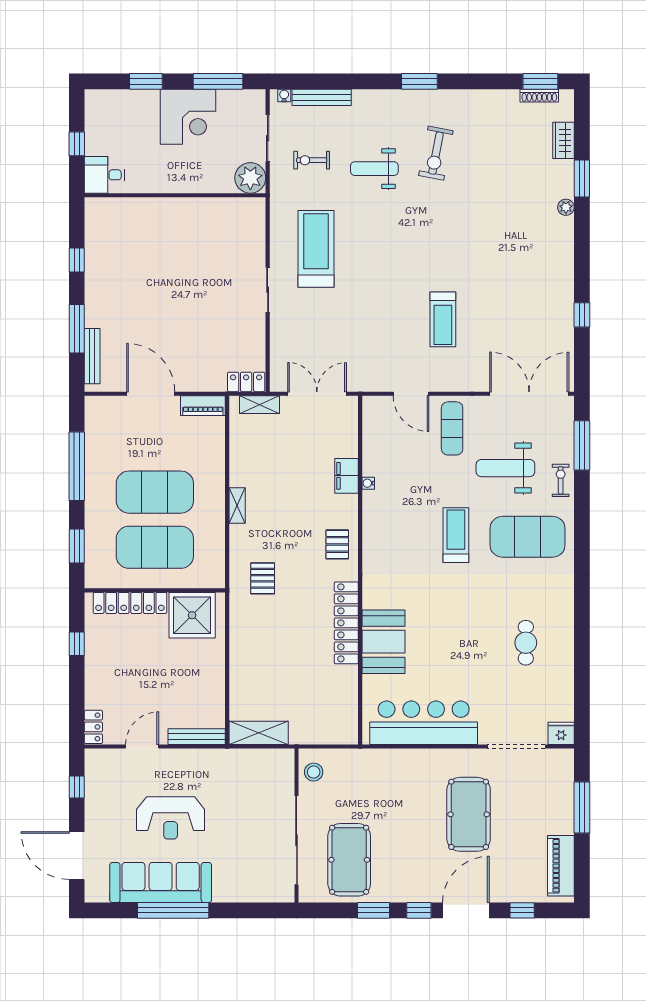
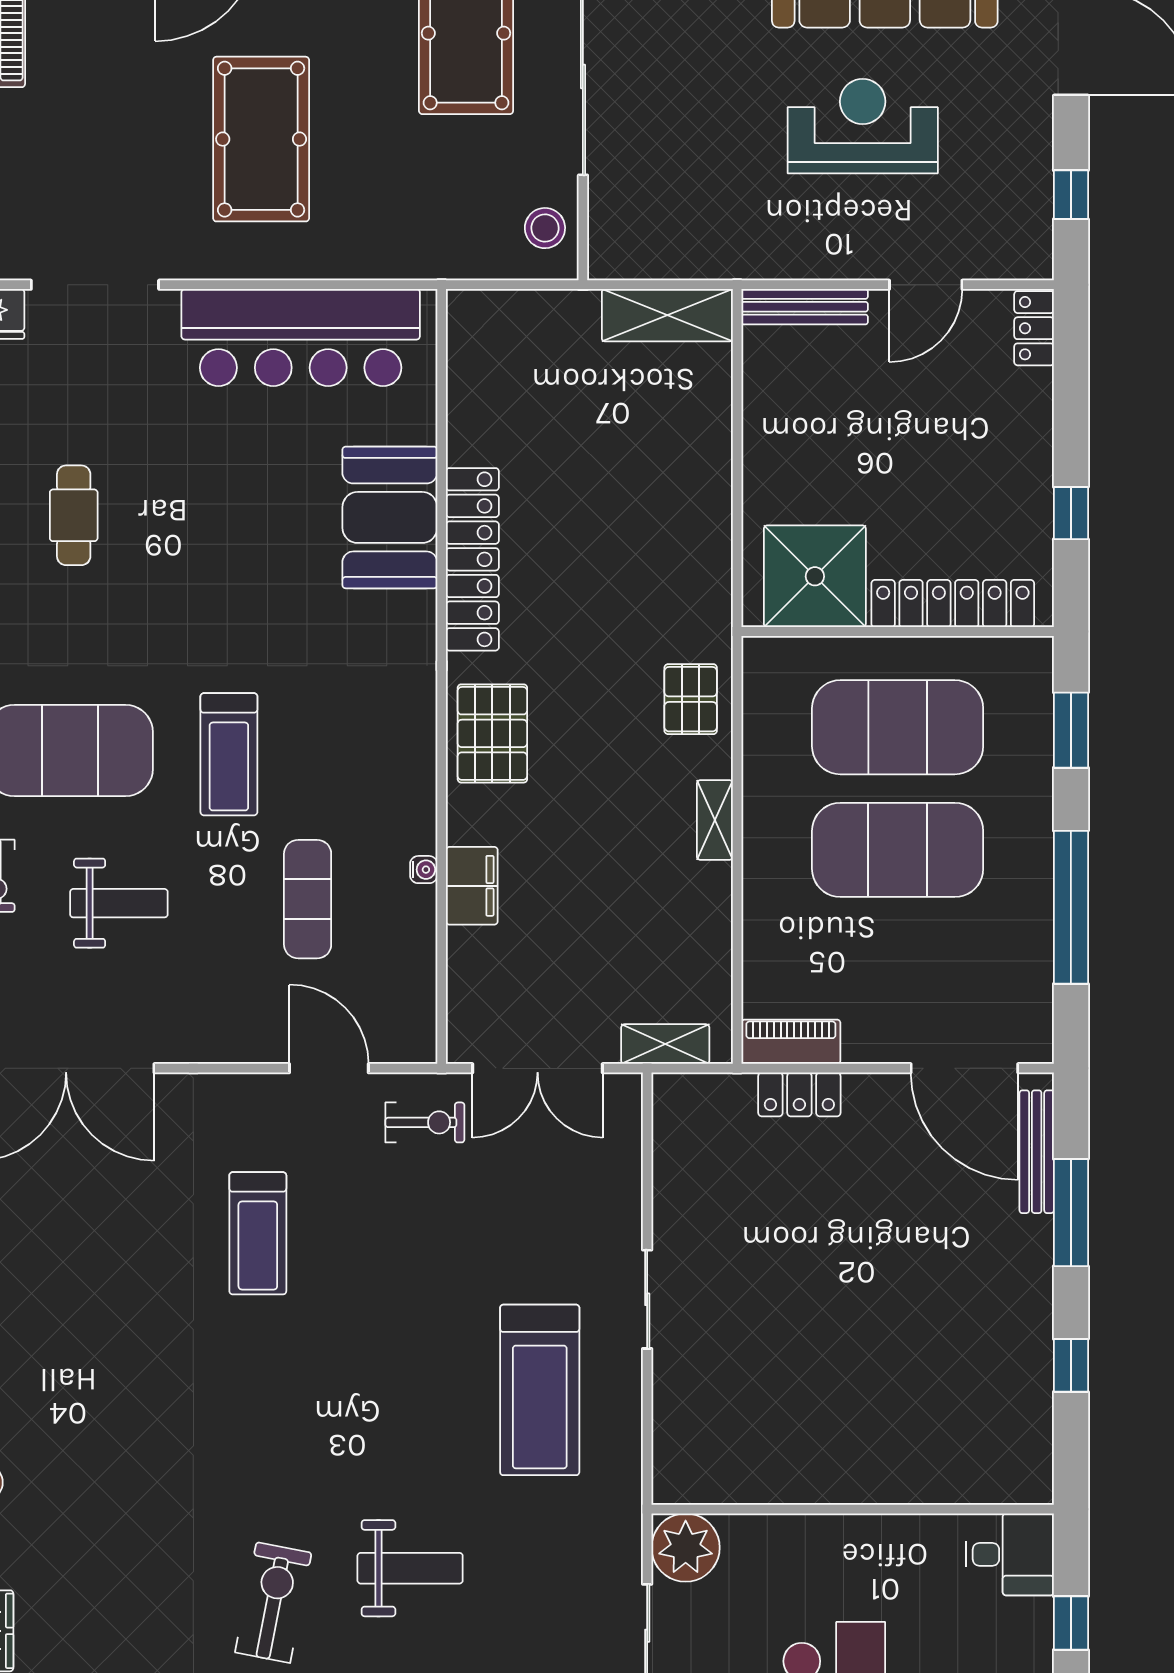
exercise bike: (312, 160) -> (425, 1122), moved
treadmill: (443, 319) -> (258, 1233), turned 180
locker: (246, 382) -> (799, 1094), moved
door: (151, 394) -> (964, 1068), moved
exercise mat: (452, 428) -> (308, 899), moved
weight bench: (505, 468) -> (119, 903), width x0.73, depth x0.75
pallet: (337, 544) -> (492, 733), width x1.50, depth x1.42
pallet: (263, 578) -> (691, 699), moved
pool table: (469, 814) -> (261, 139), moved

